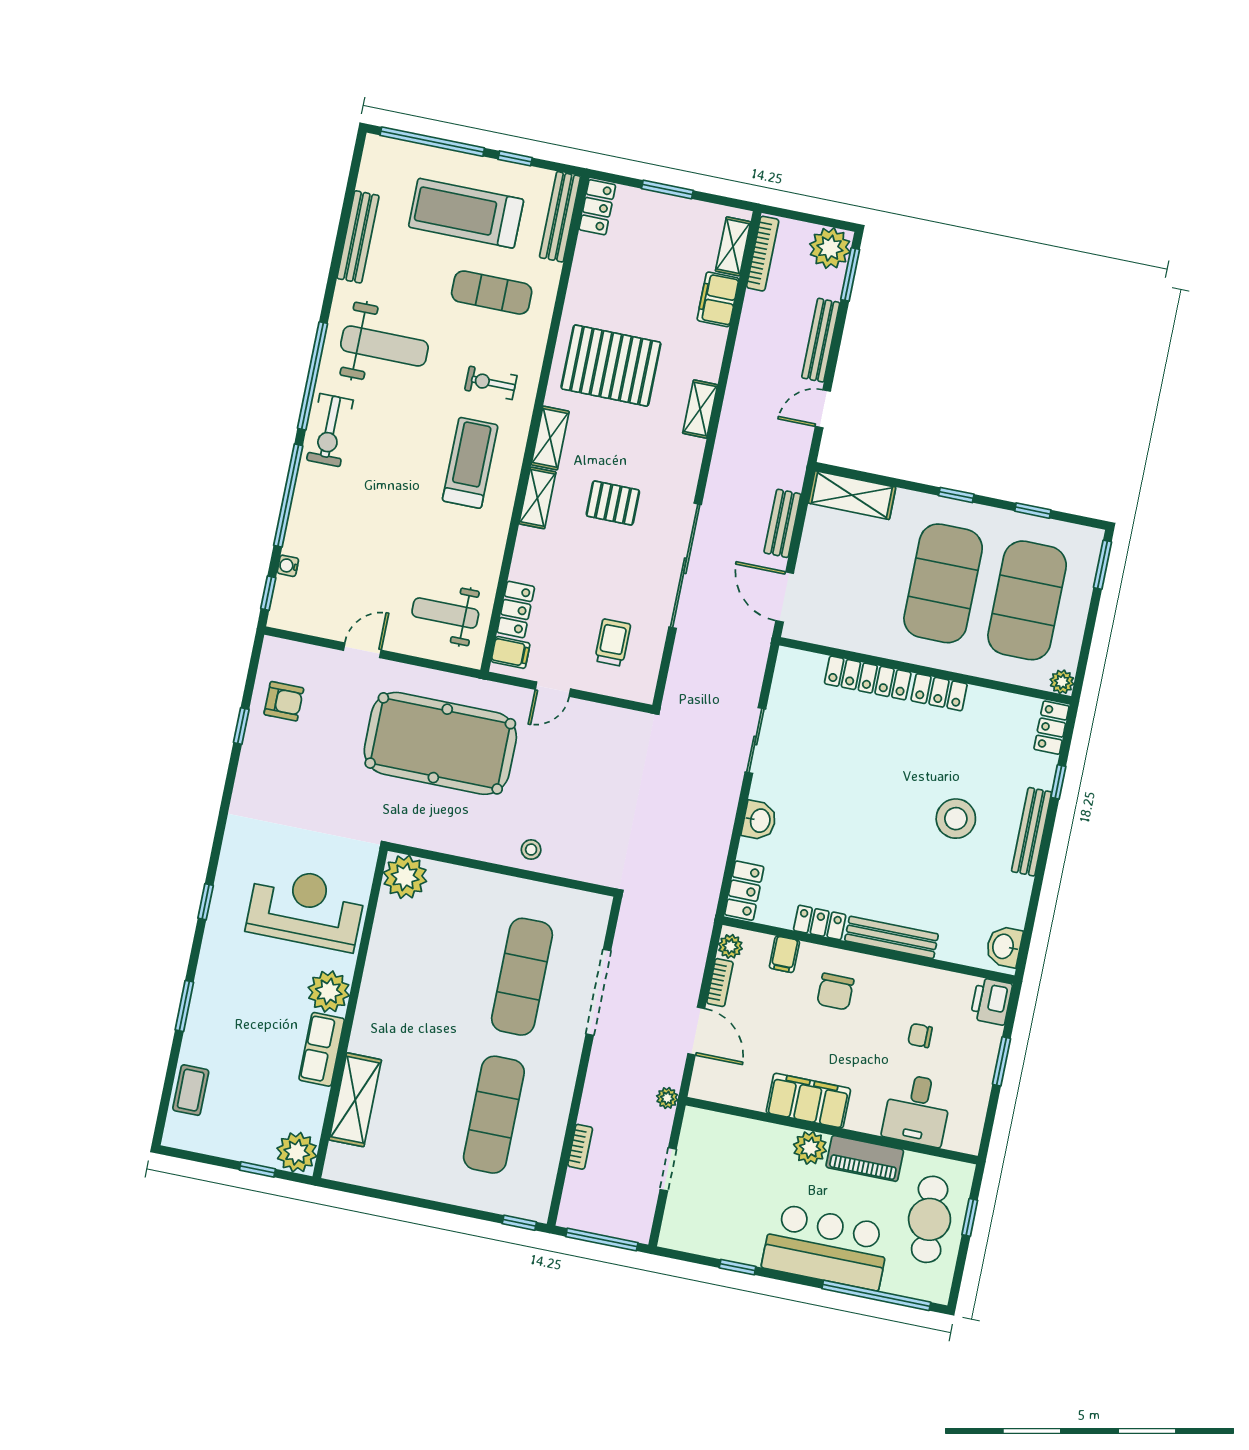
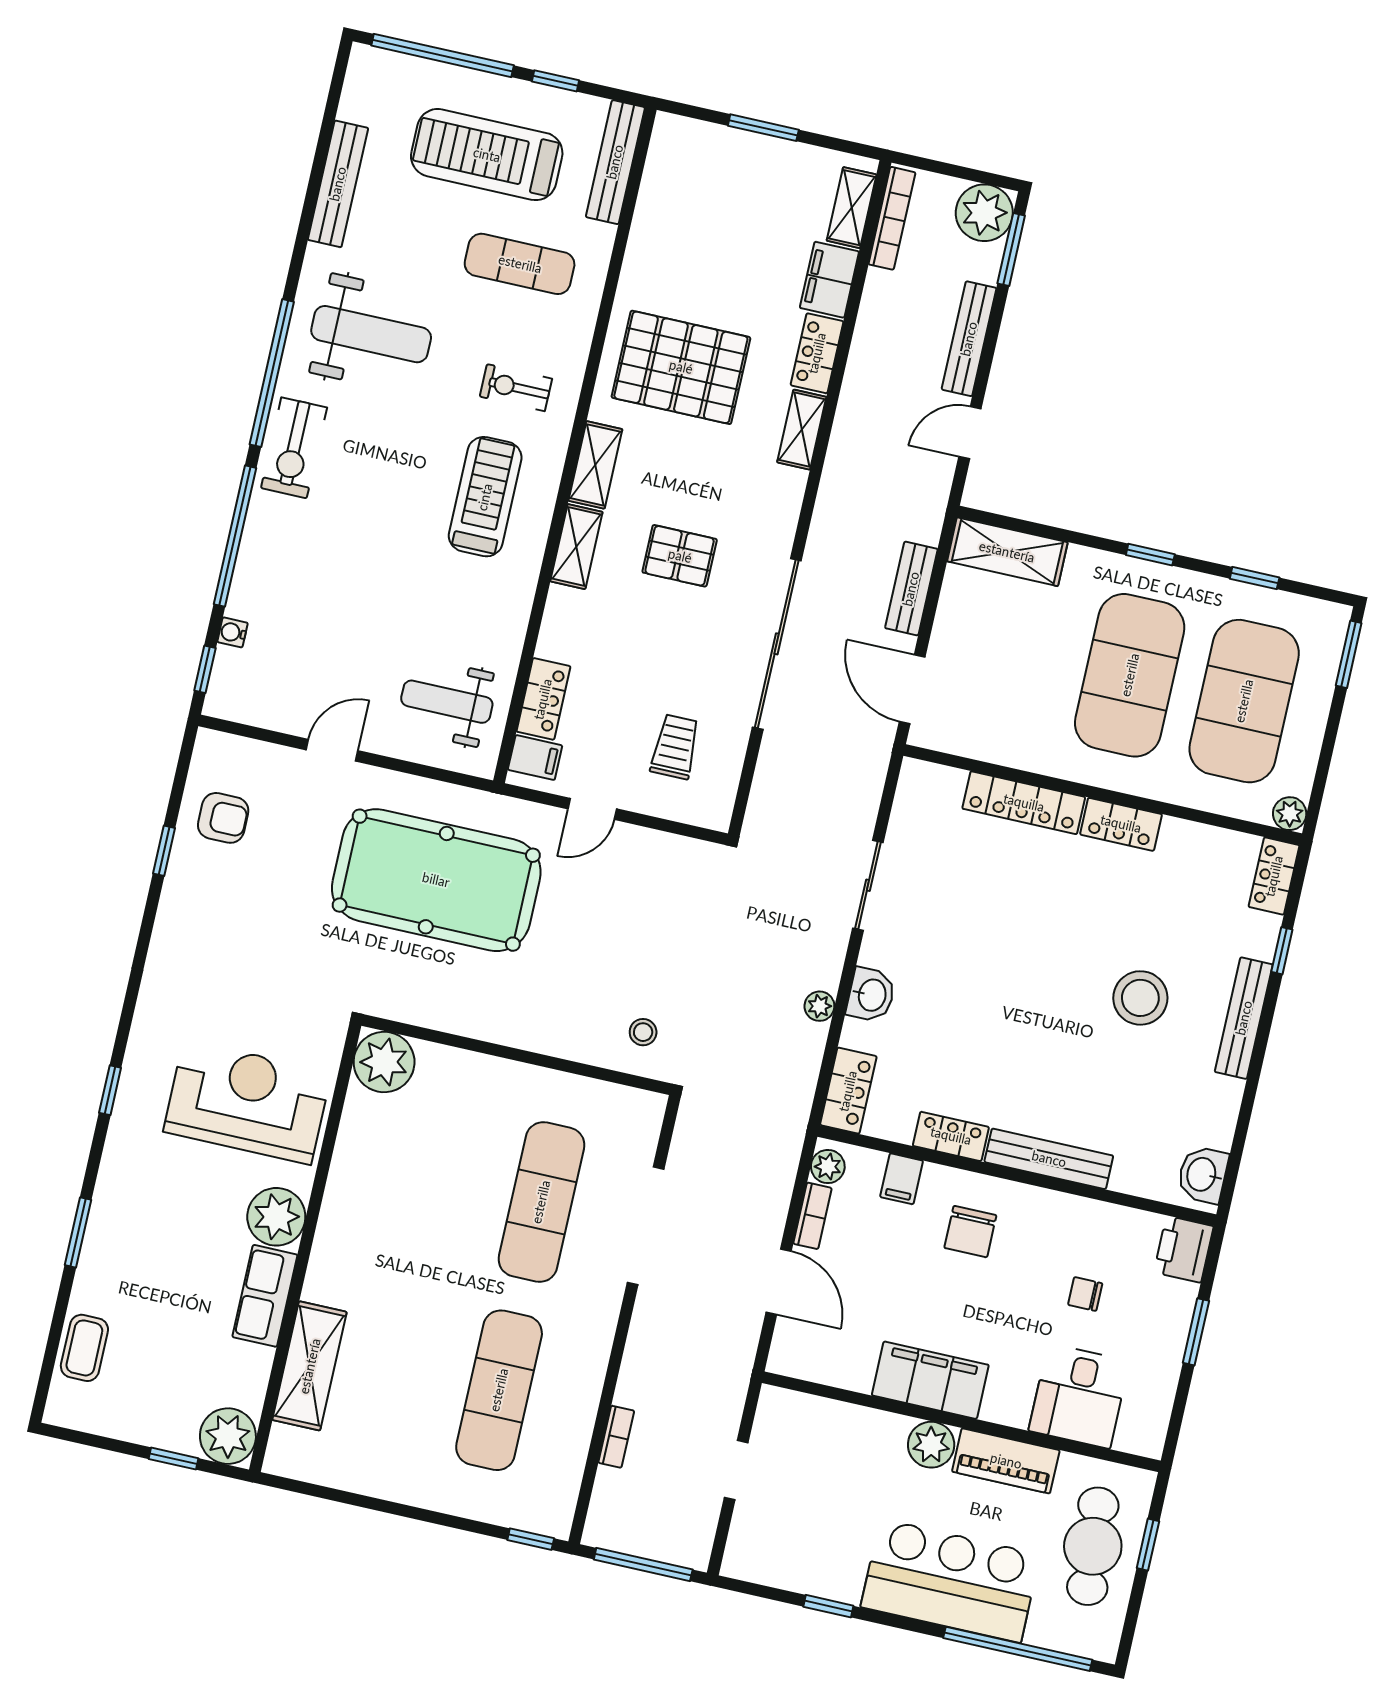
locker: (597, 207) -> (817, 353), moved, turned 180
stool: (531, 850) -> (643, 1032), moved
plant: (667, 1098) -> (819, 1006), moved

